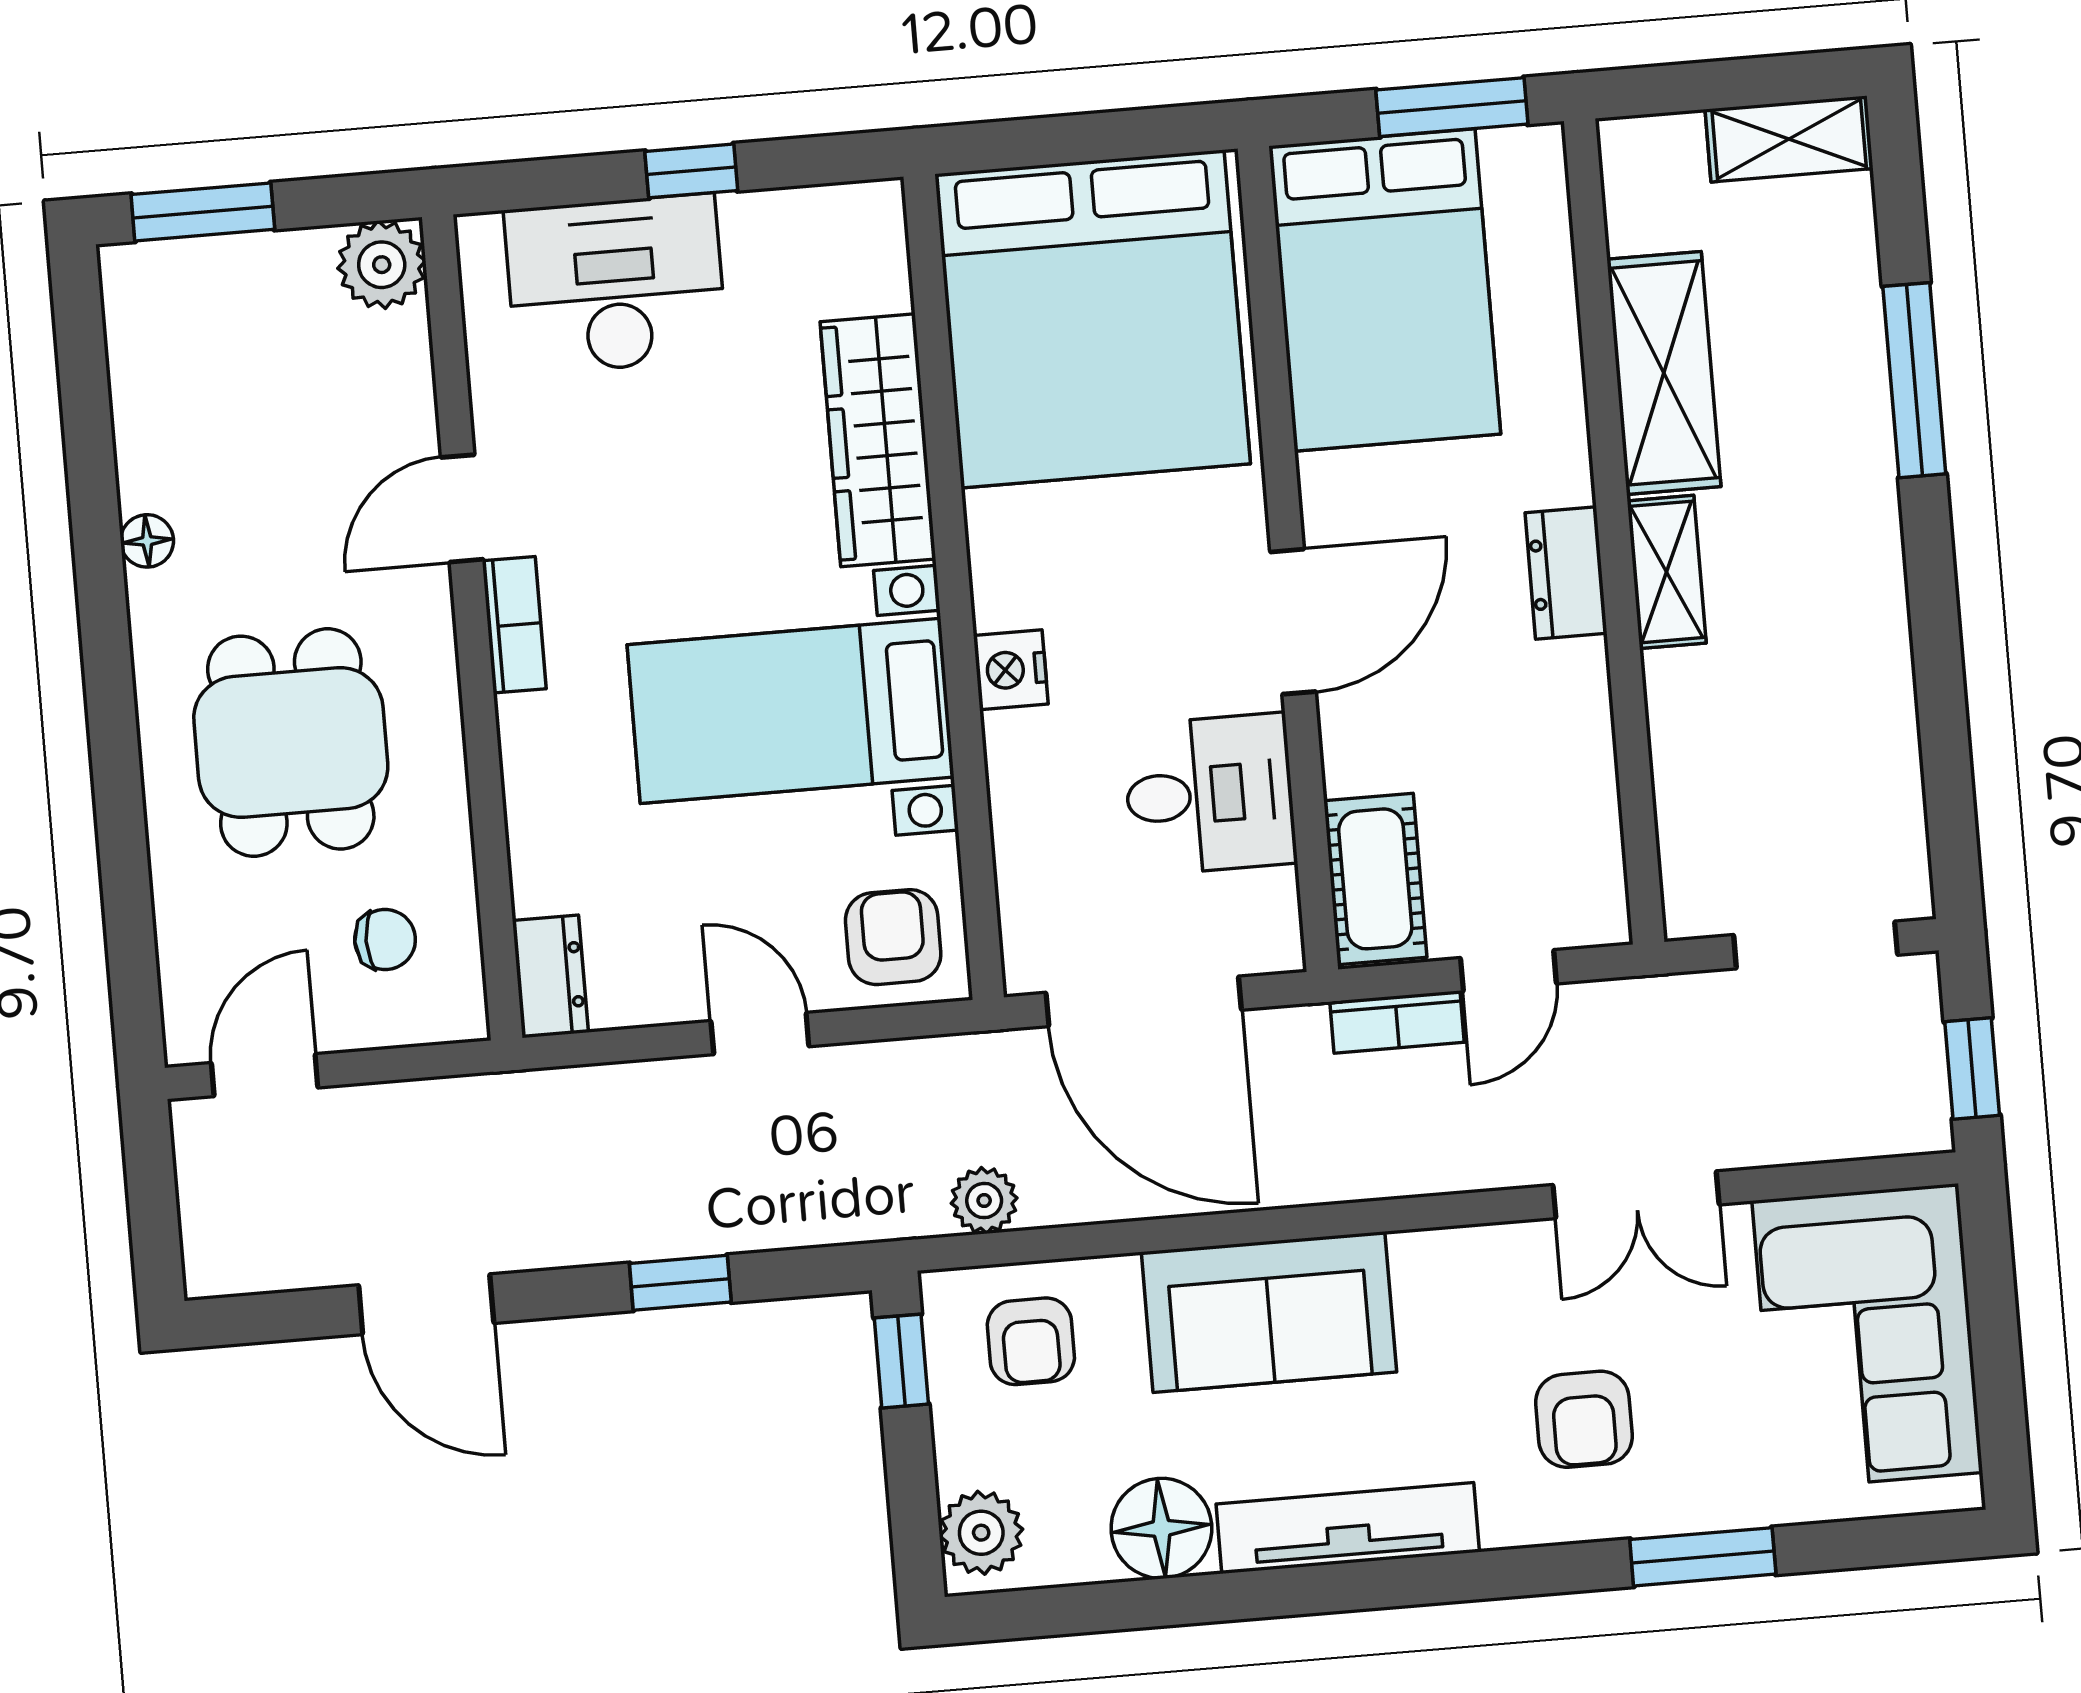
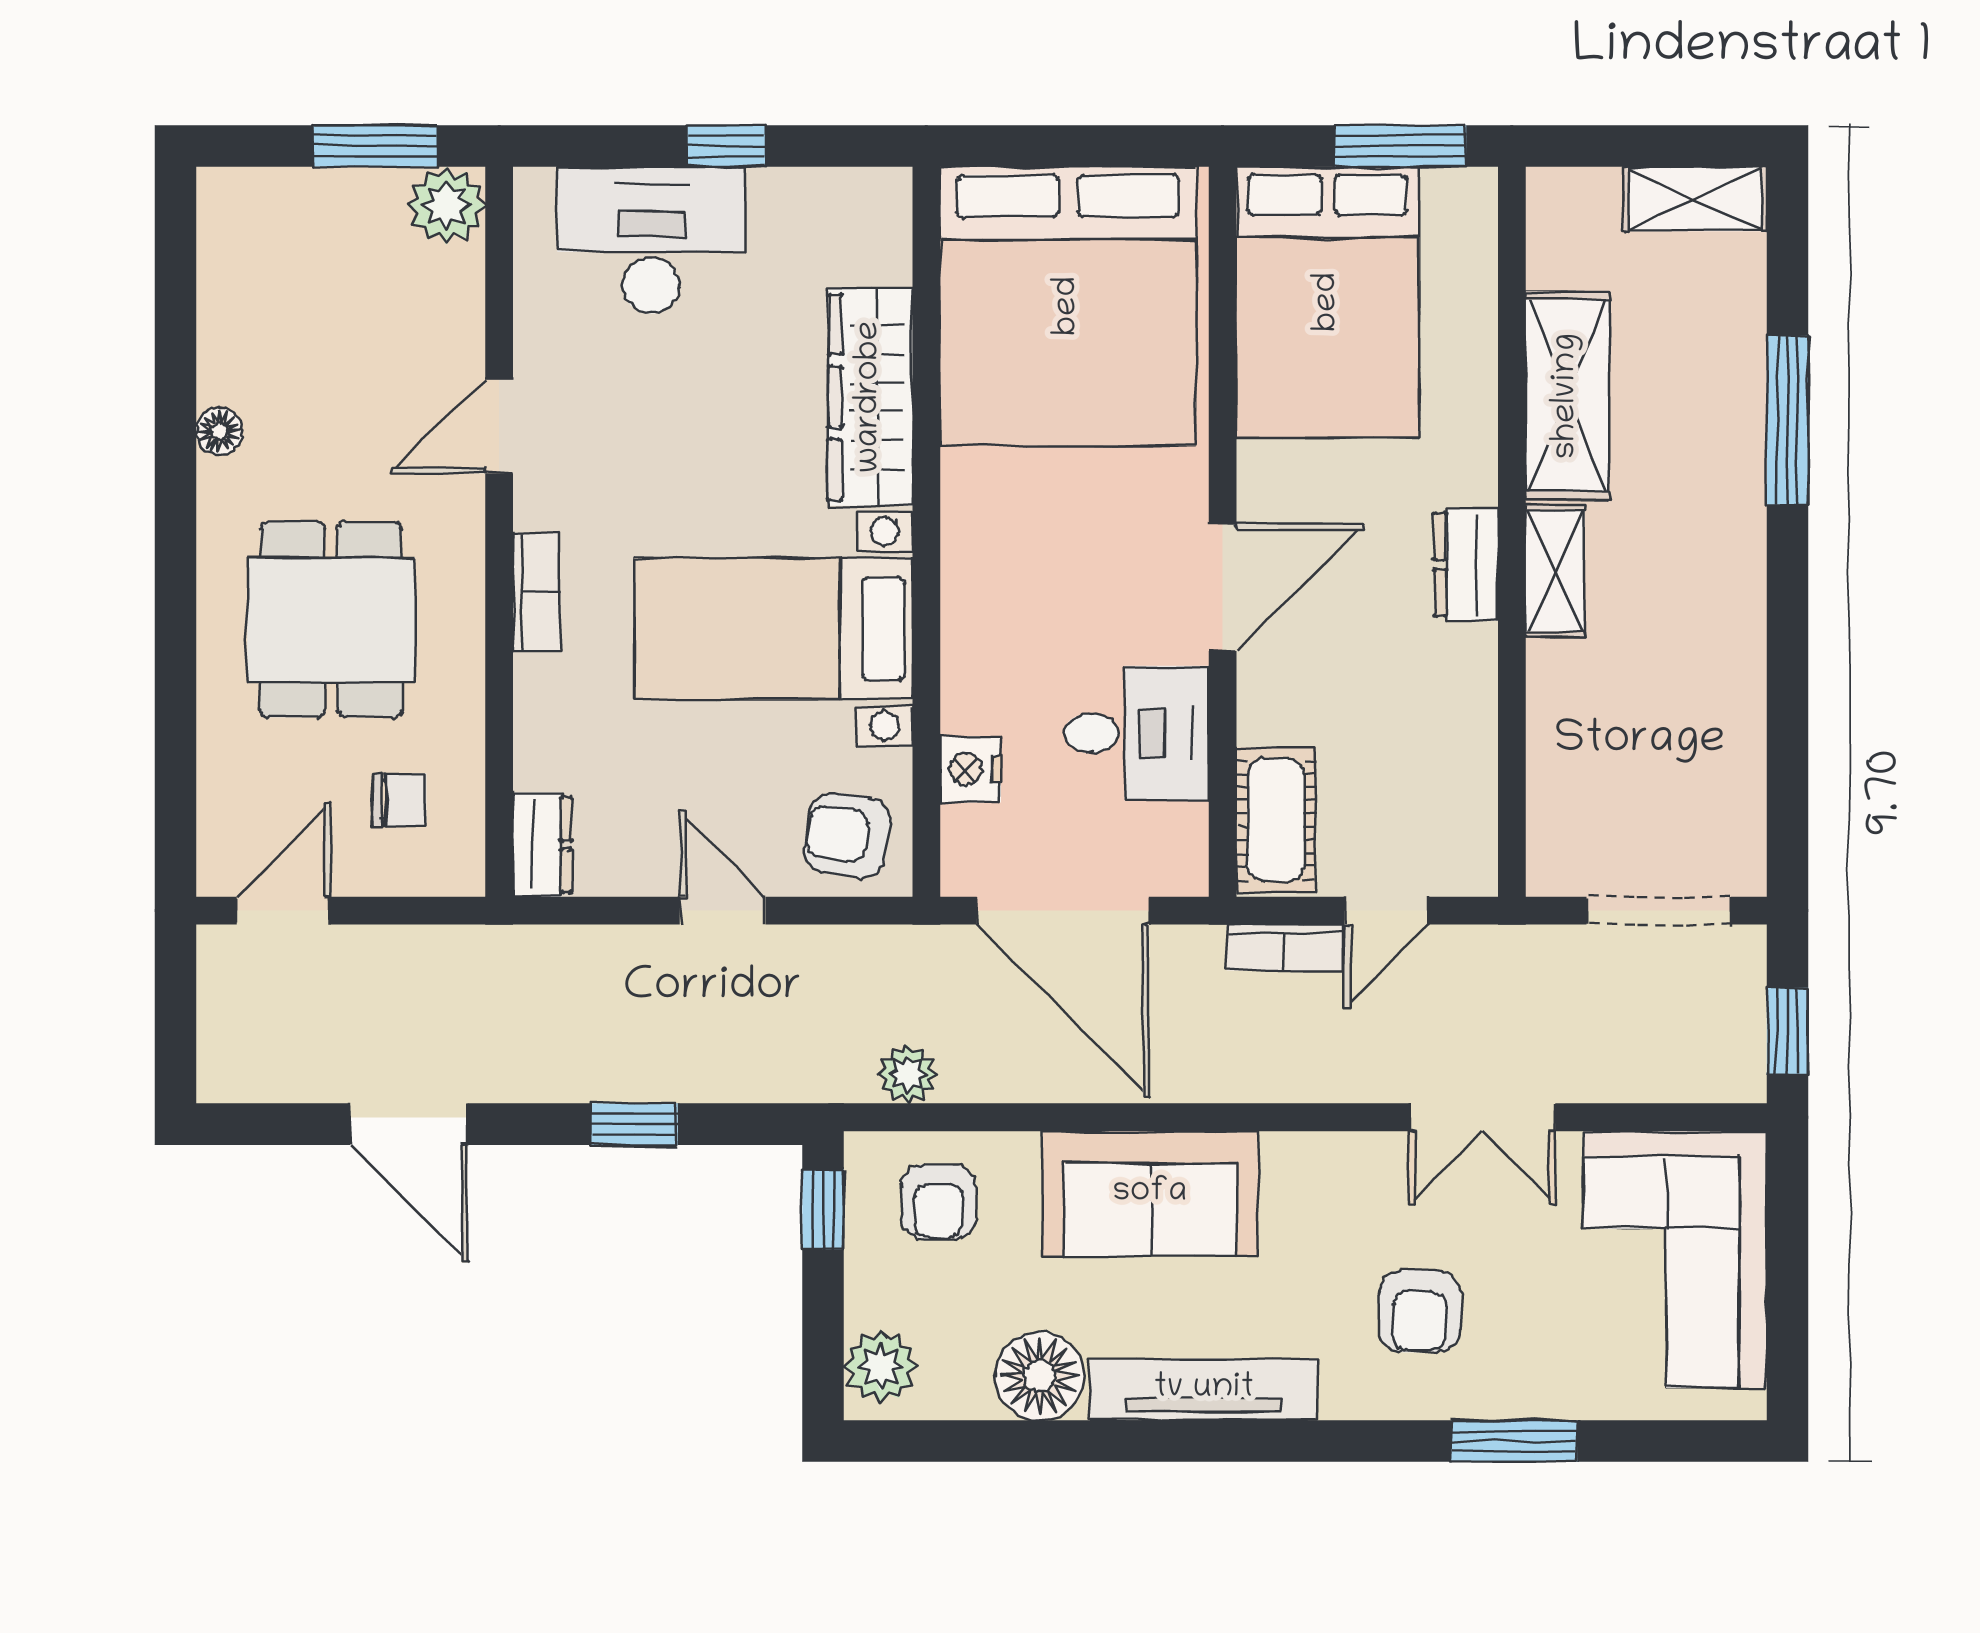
window: (203, 212) -> (375, 146), moved
bookcase: (514, 625) -> (536, 592), moved
nightstand: (1011, 670) -> (970, 769), moved
armchair: (893, 937) -> (847, 835), turned -81

